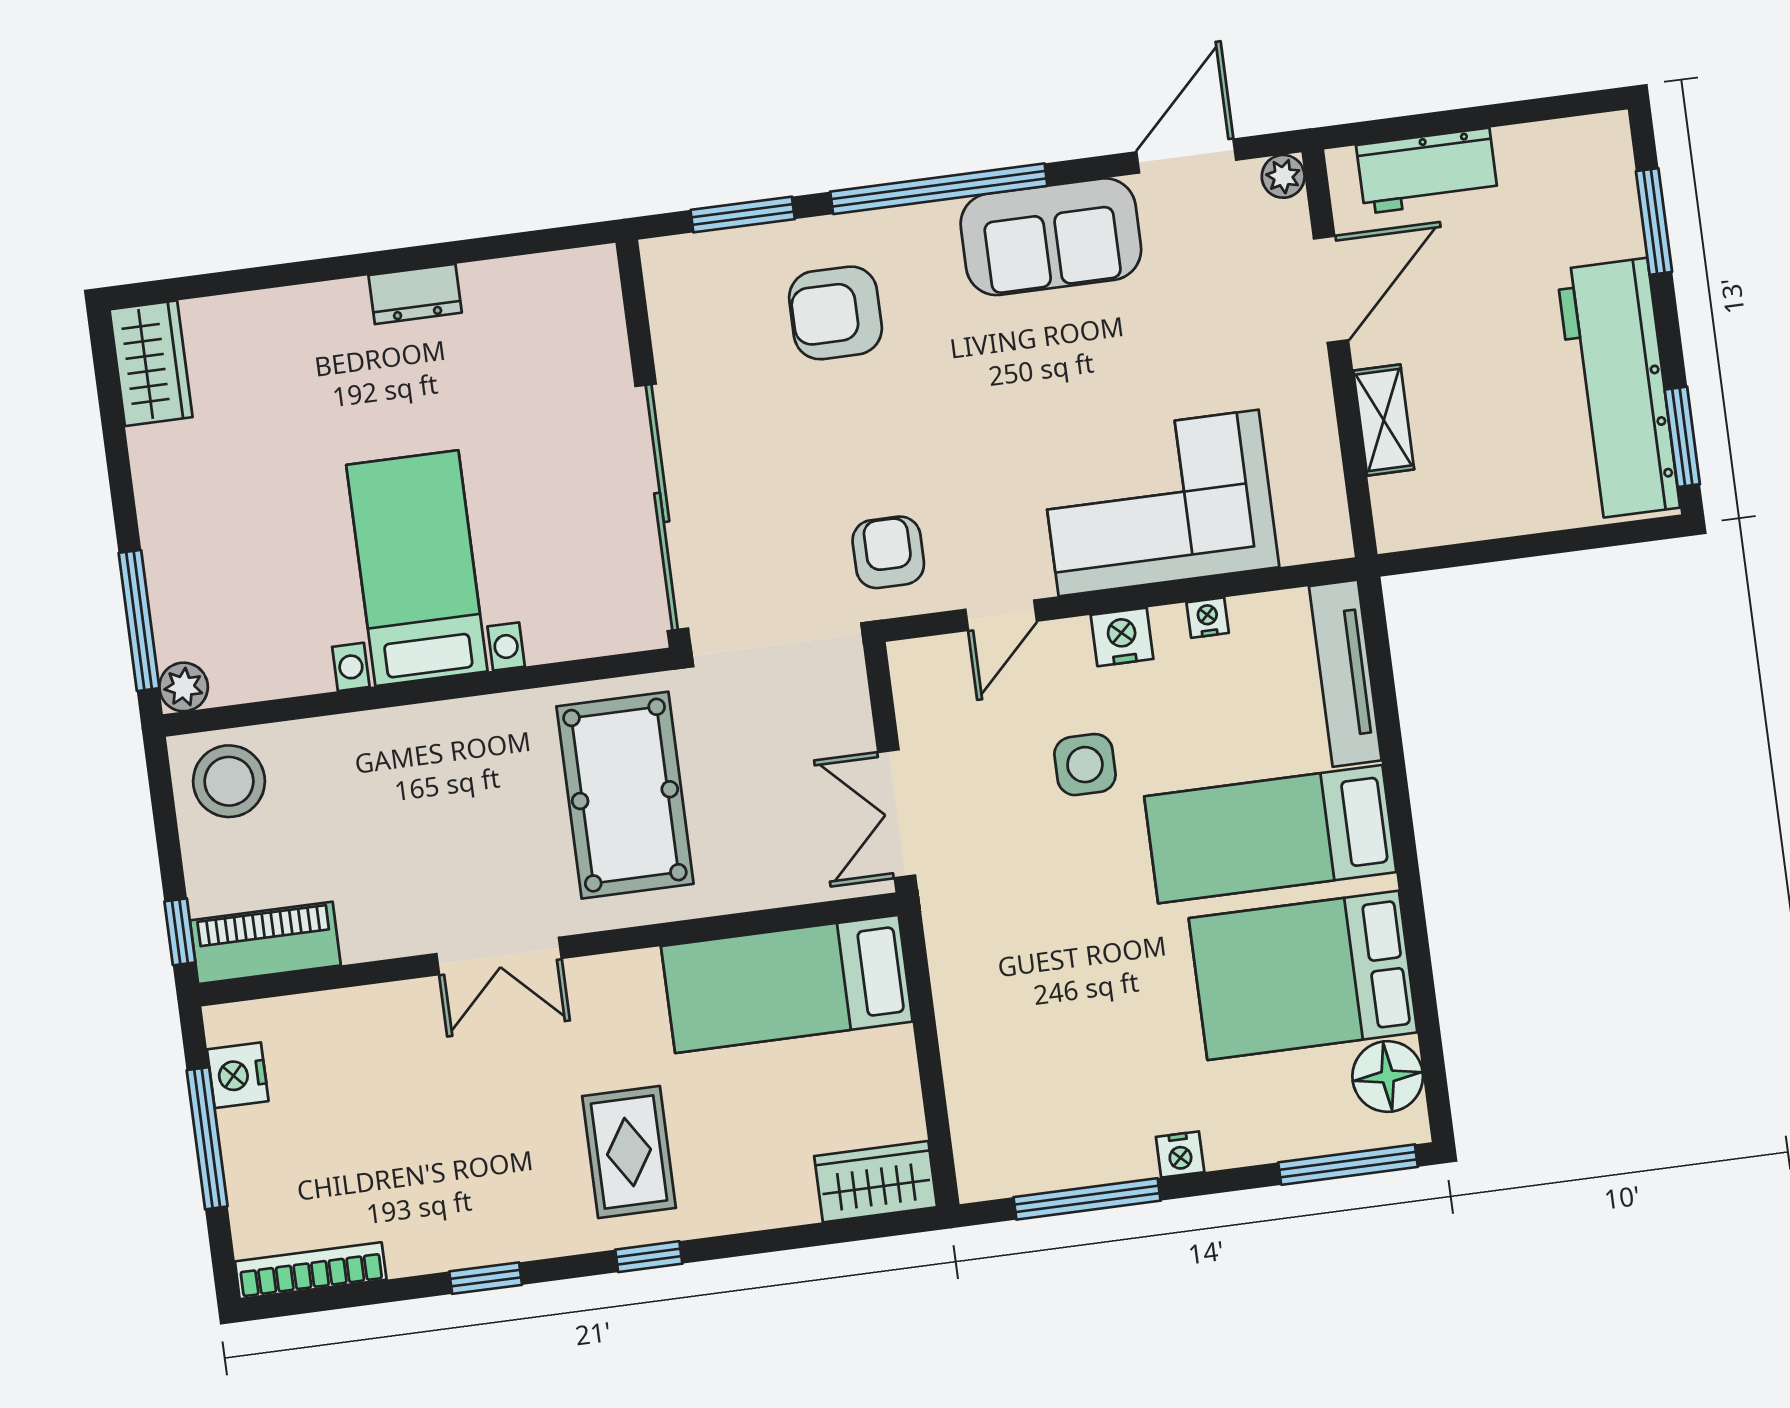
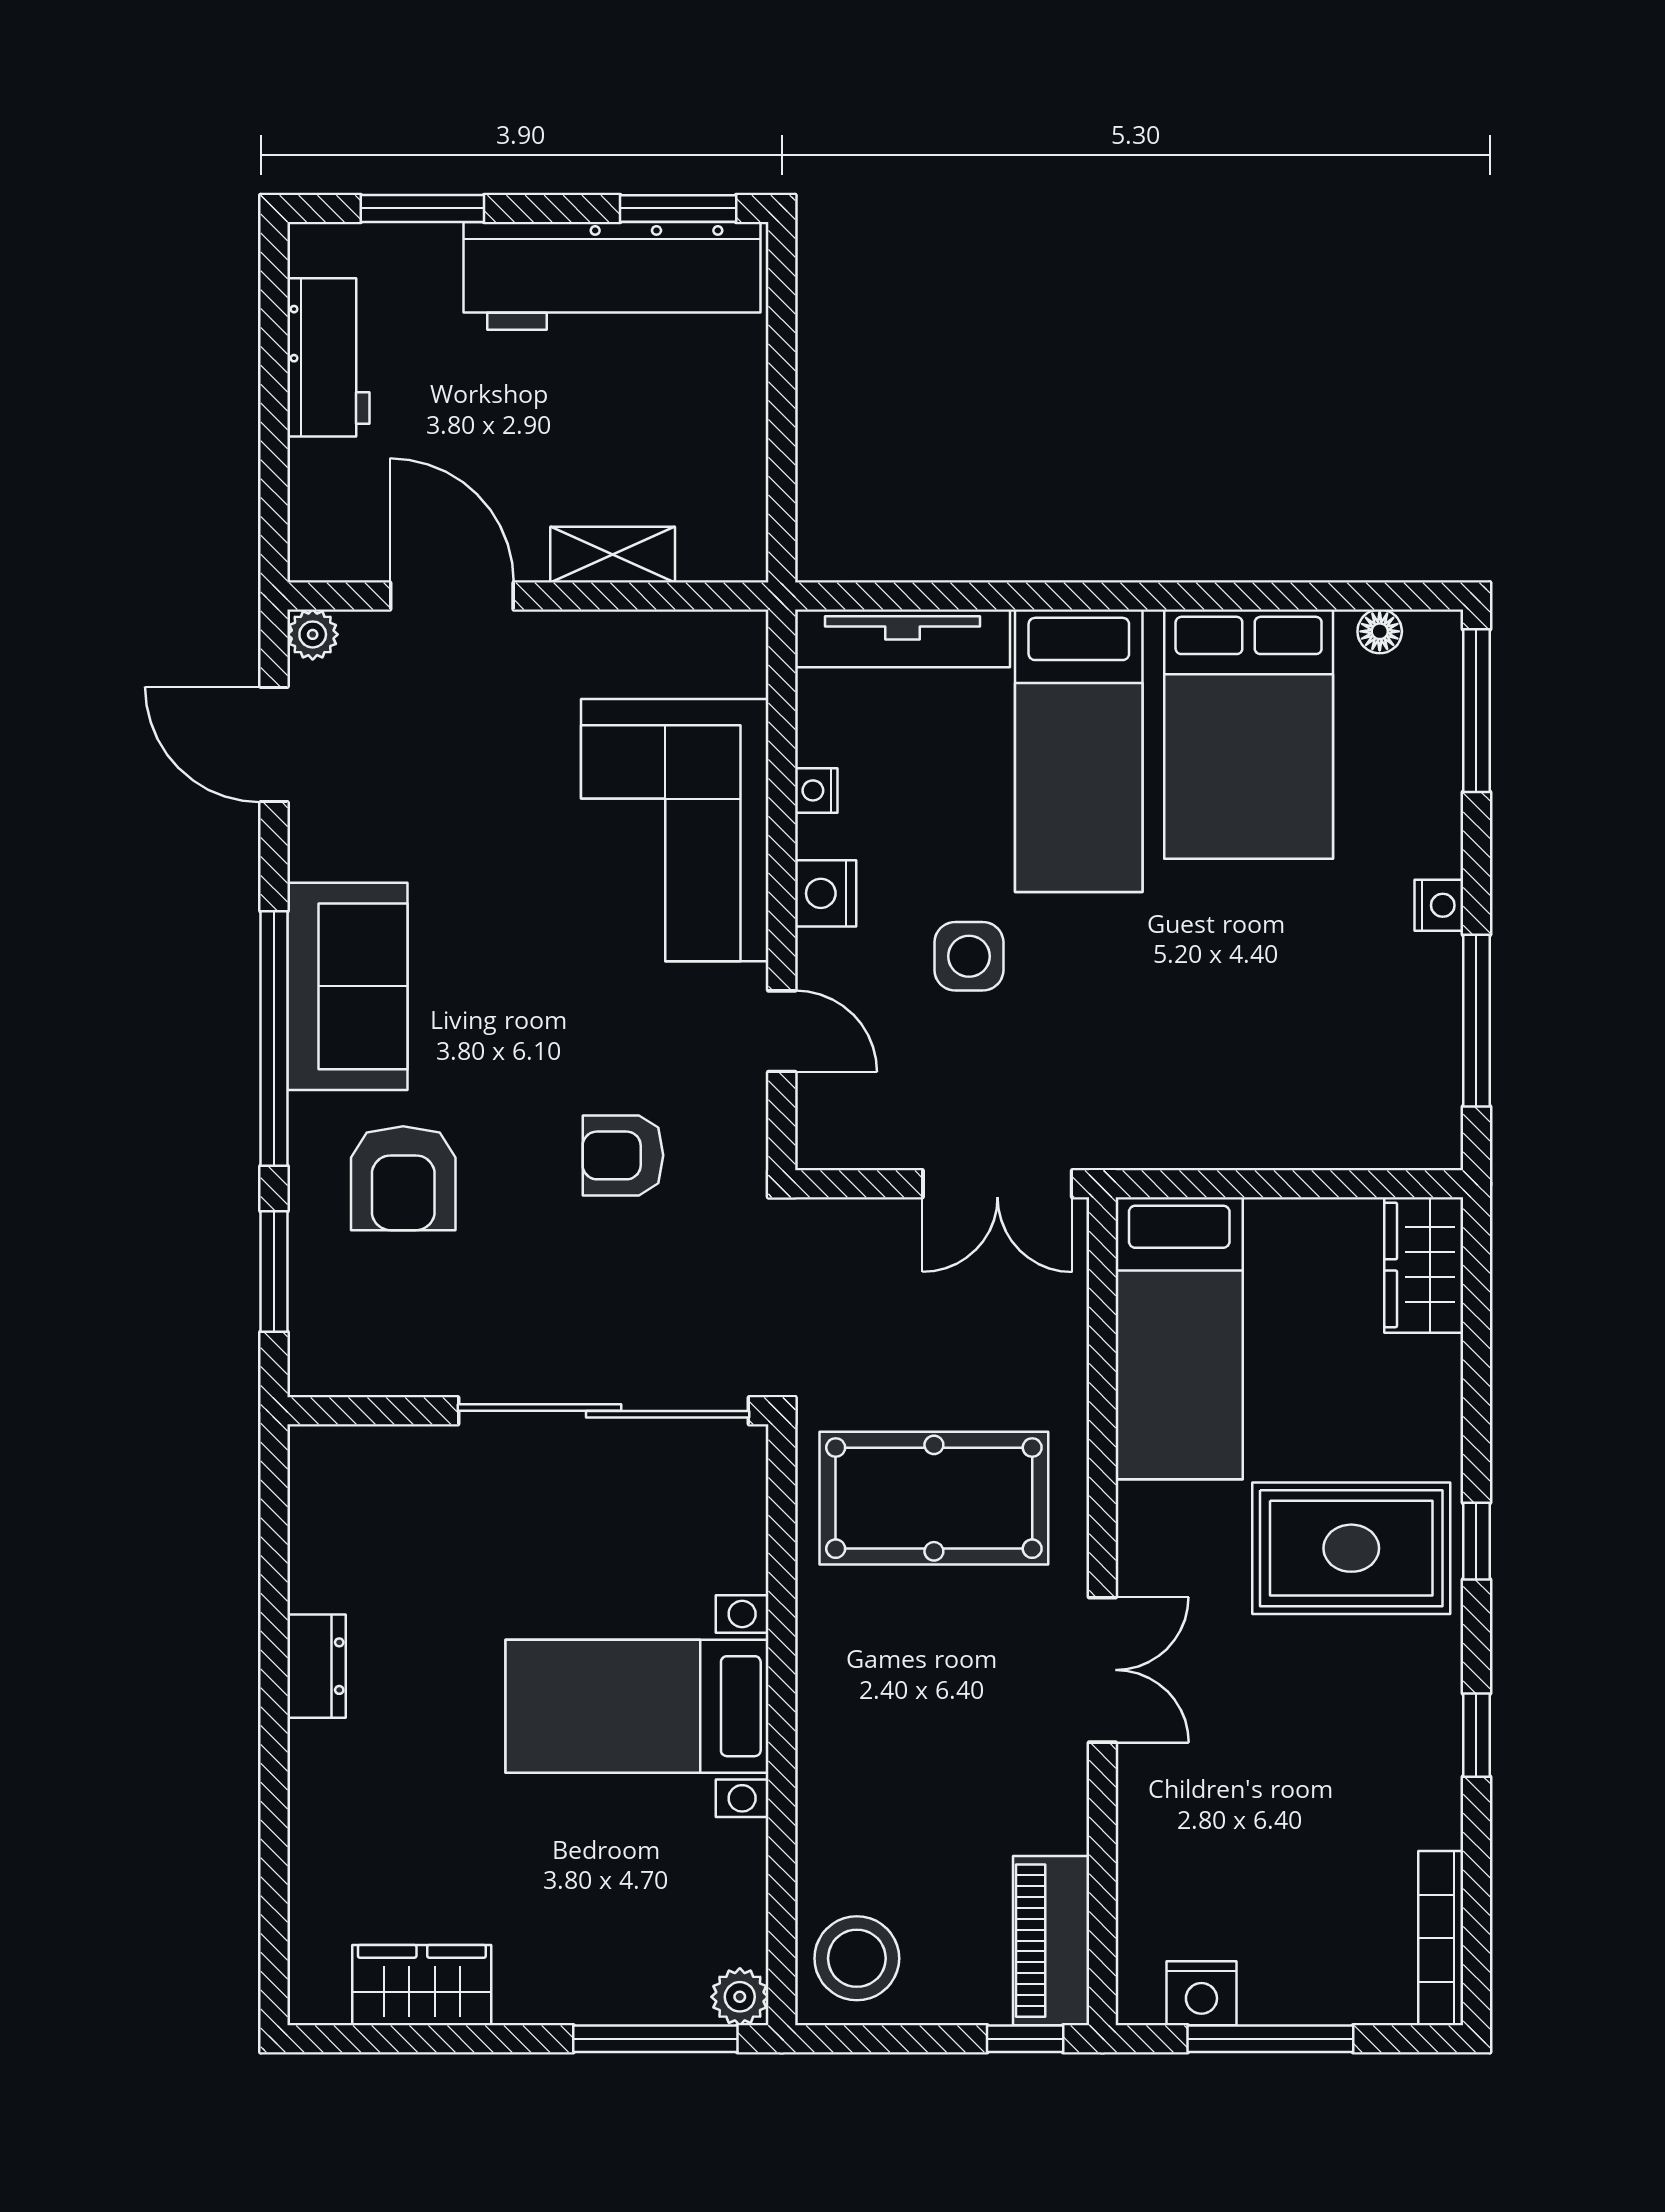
workbench: (1427, 171) -> (328, 357), moved
sofa: (1051, 237) -> (347, 986), moved
wardrobe: (151, 363) -> (422, 1985), moved
armchair: (888, 552) -> (623, 1155), moved
floor lamp: (1388, 1077) -> (1380, 631), width x0.53, depth x0.53
rug: (629, 1152) -> (1351, 1548), width x1.36, depth x1.43

